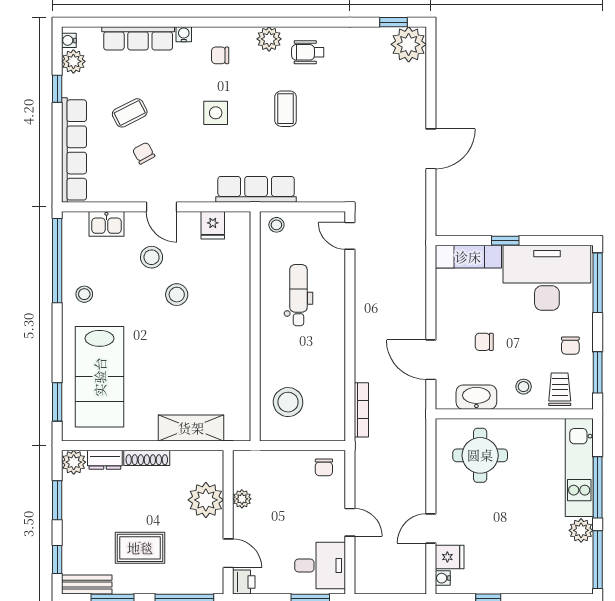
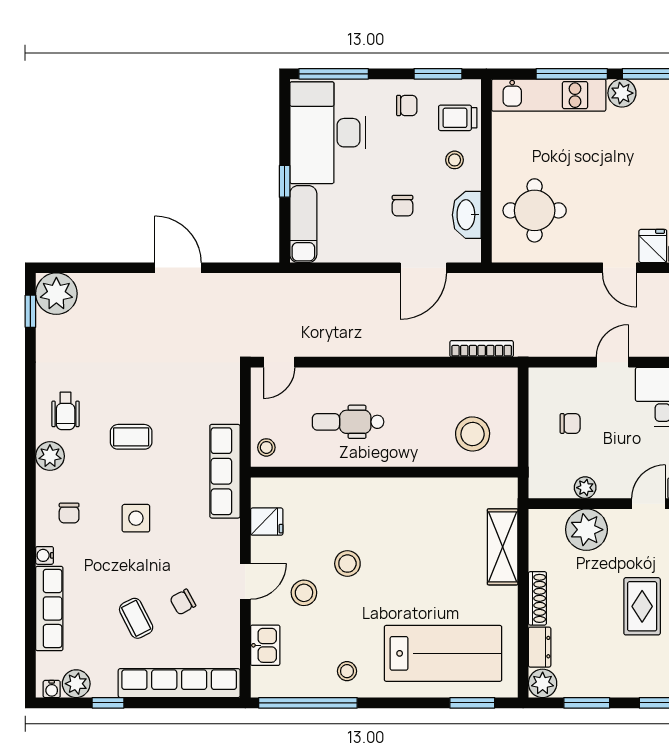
chair: (324, 467) -> (570, 423), moved

